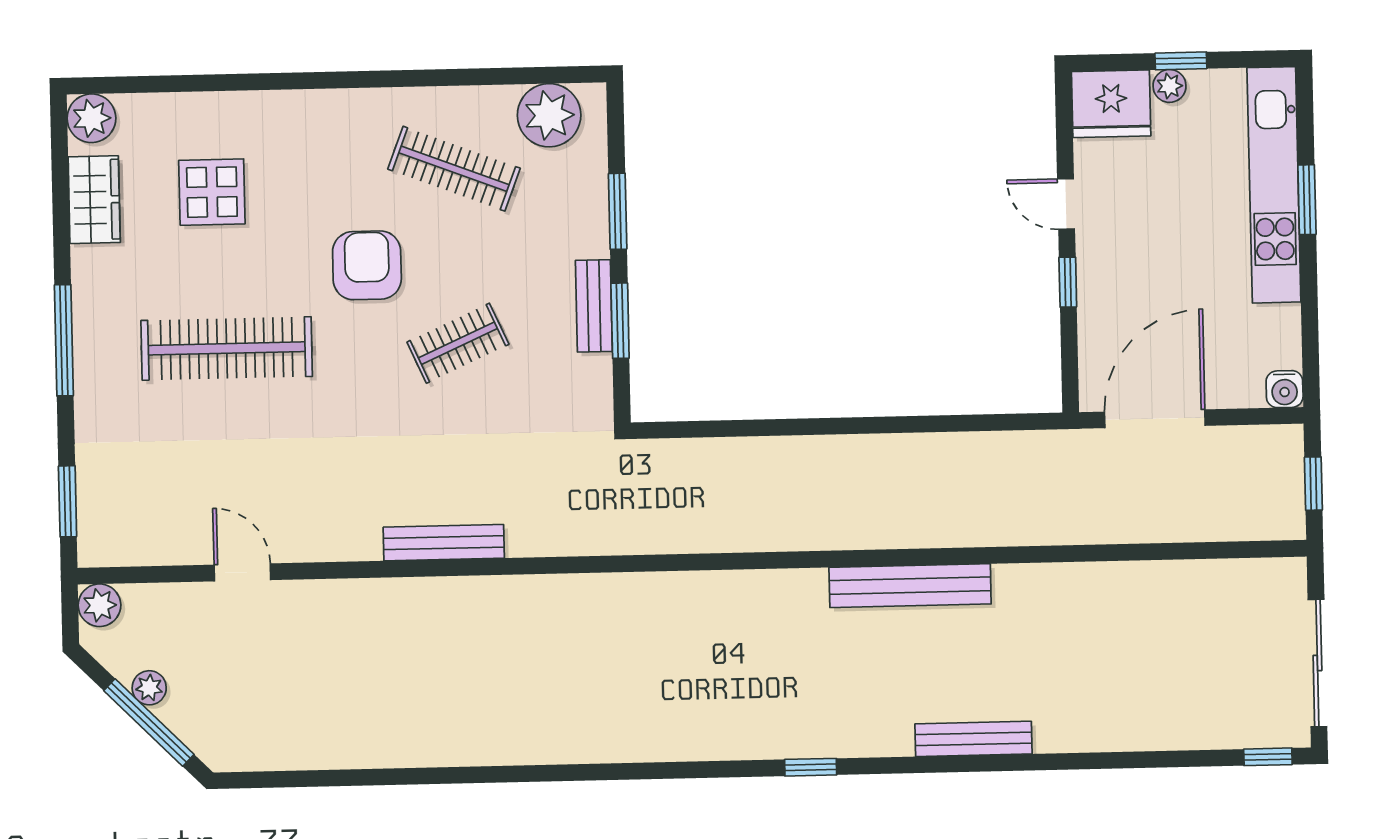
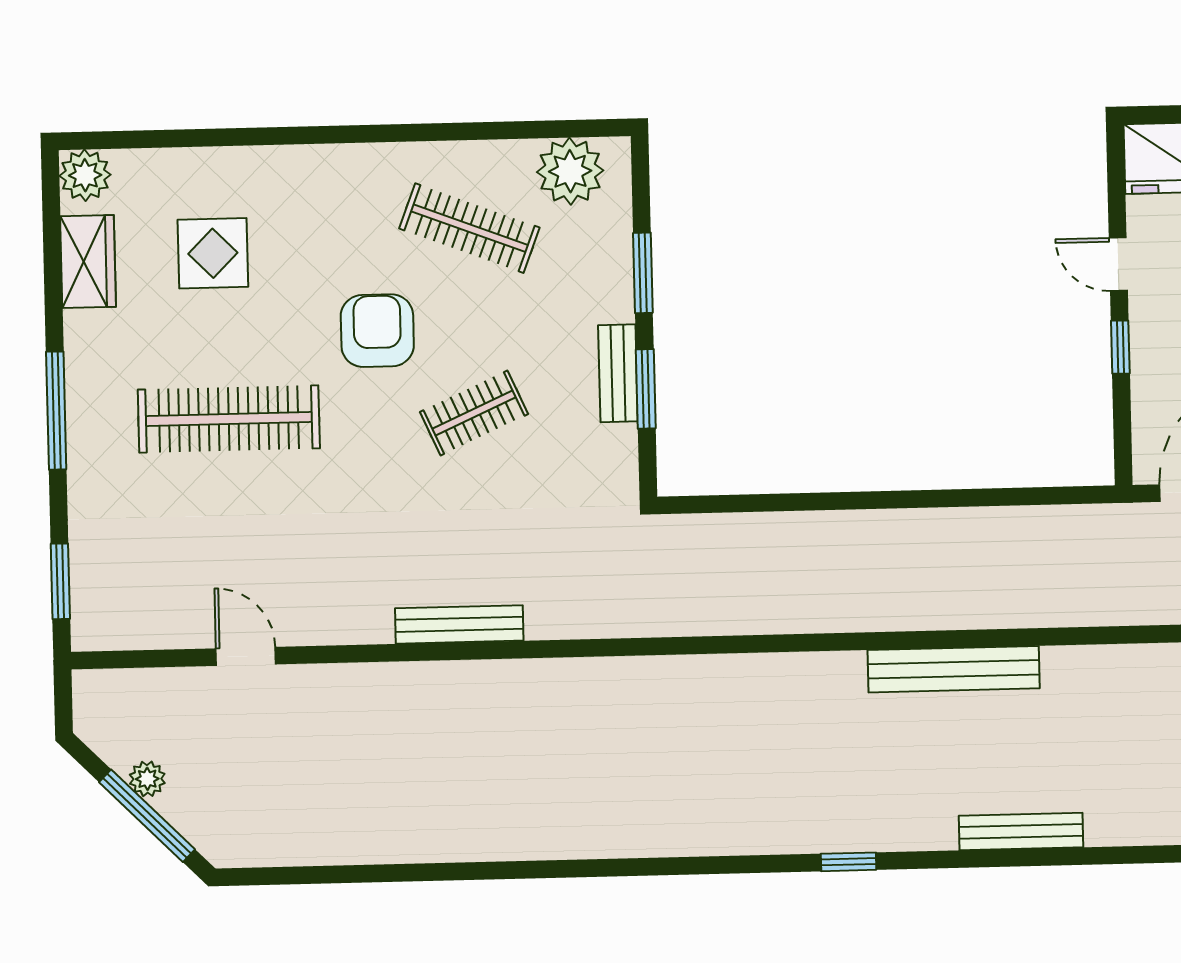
plant: (99, 605) -> (94, 691), removed

